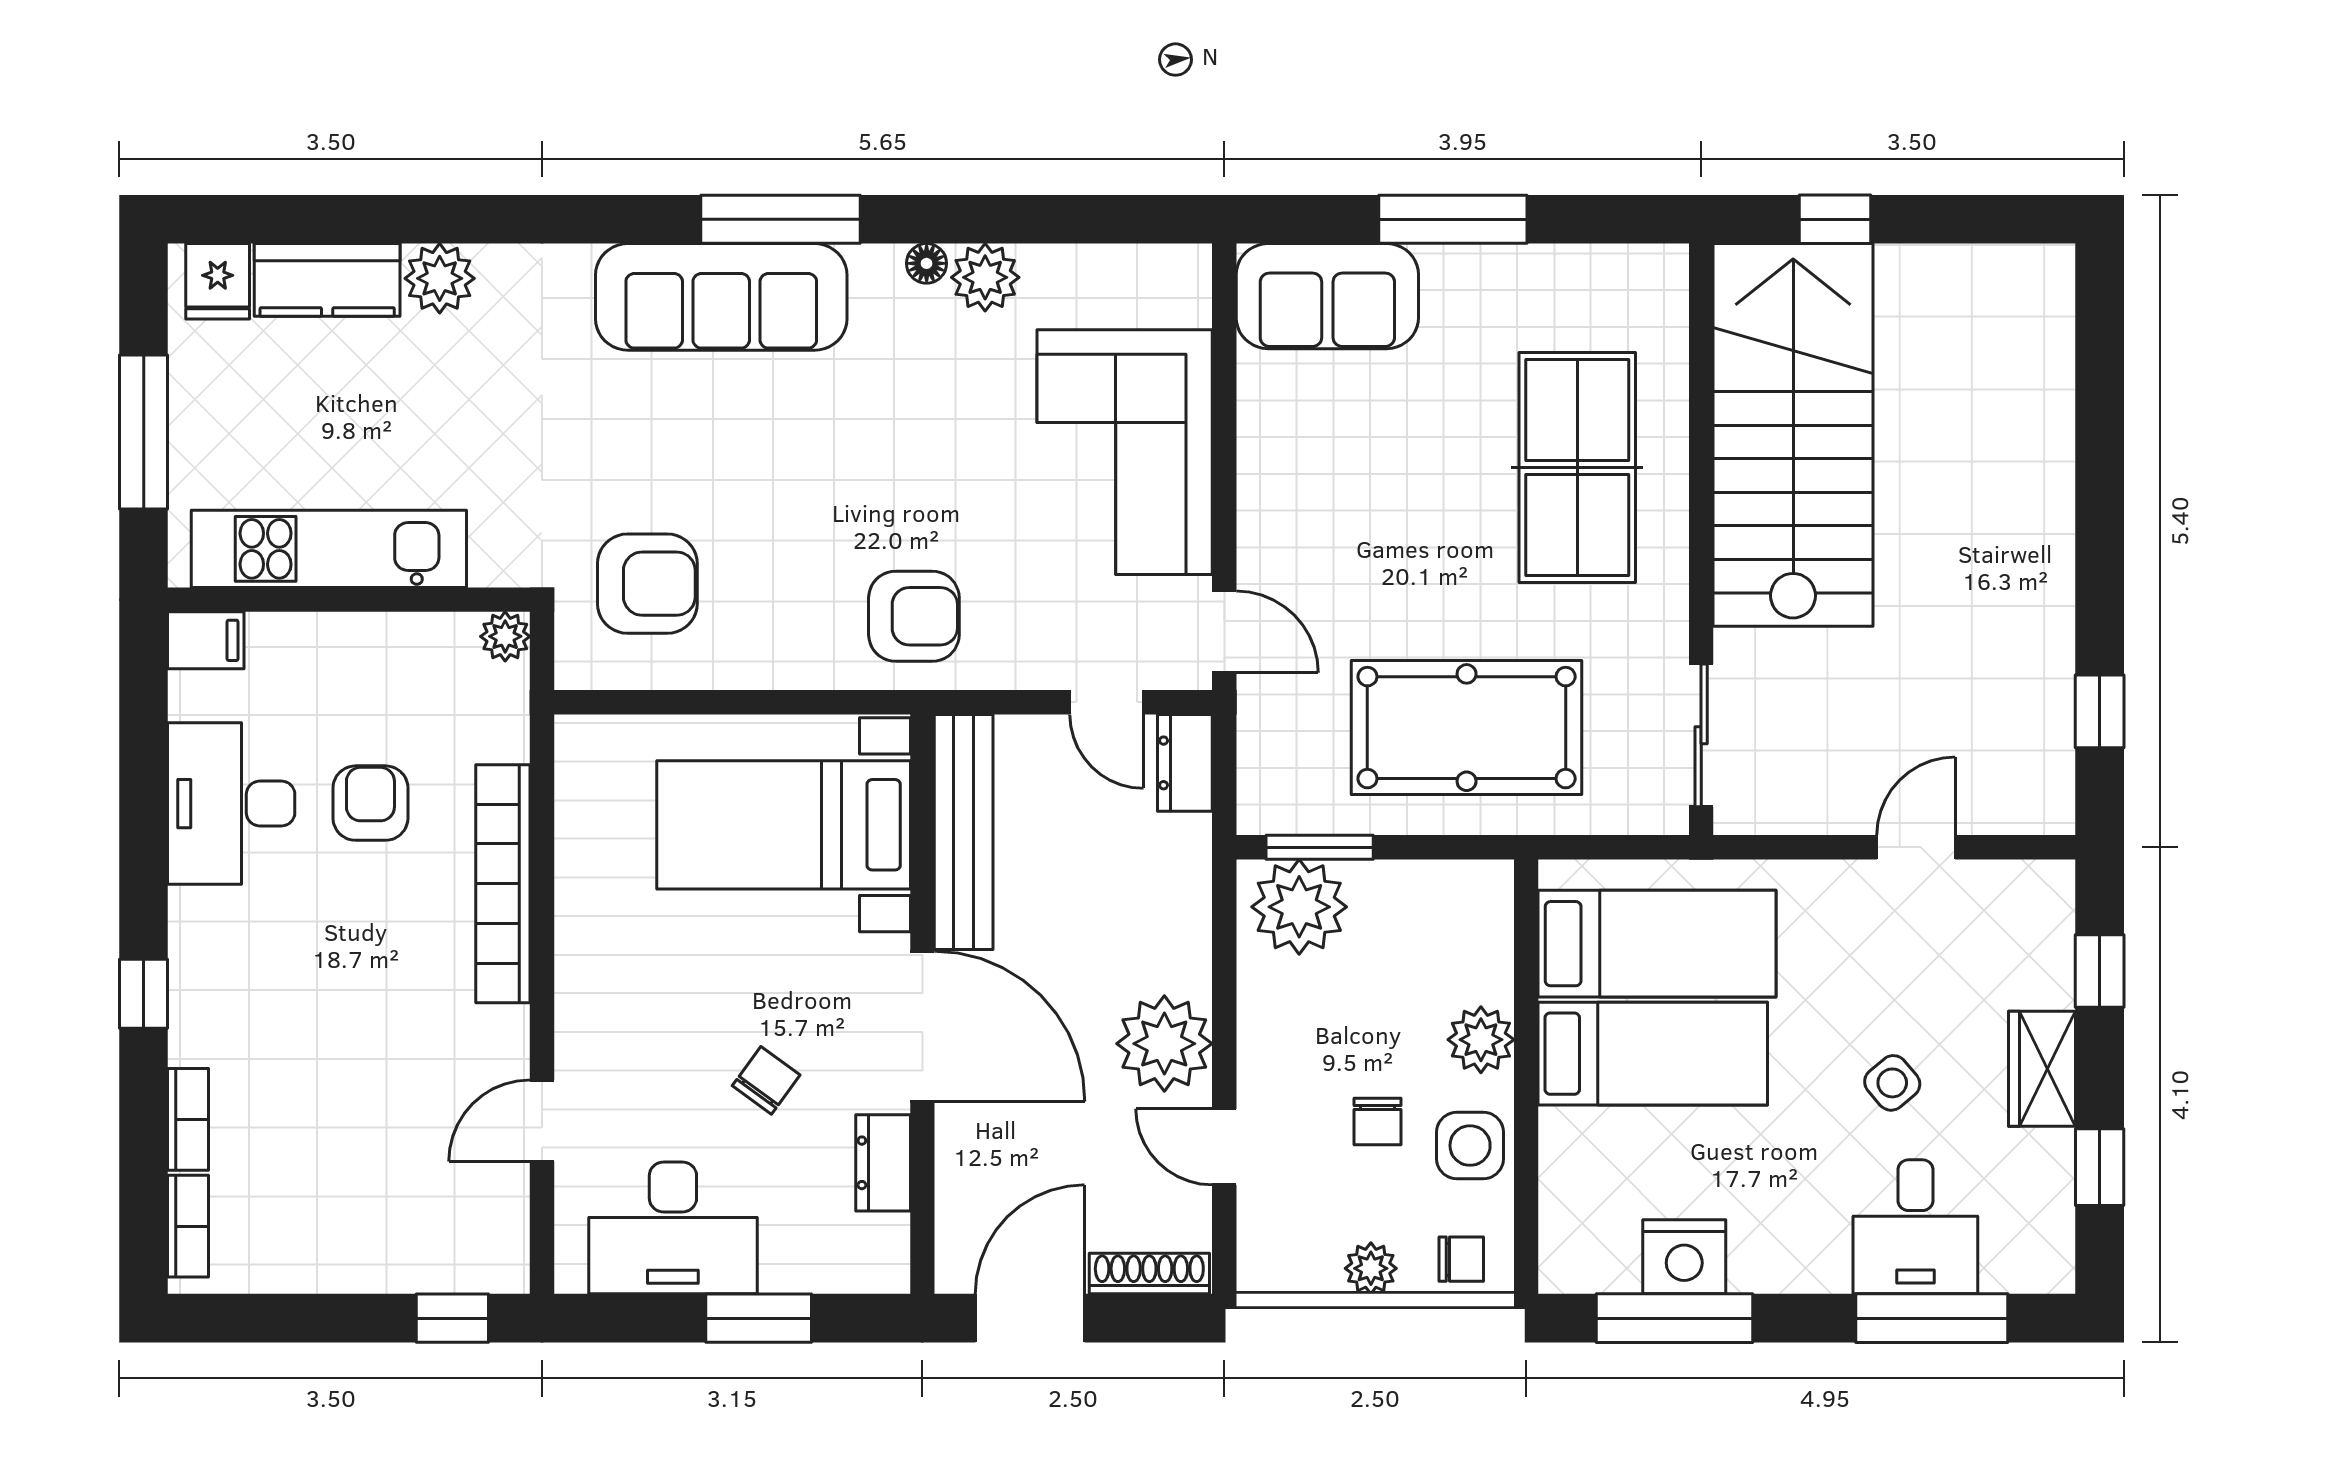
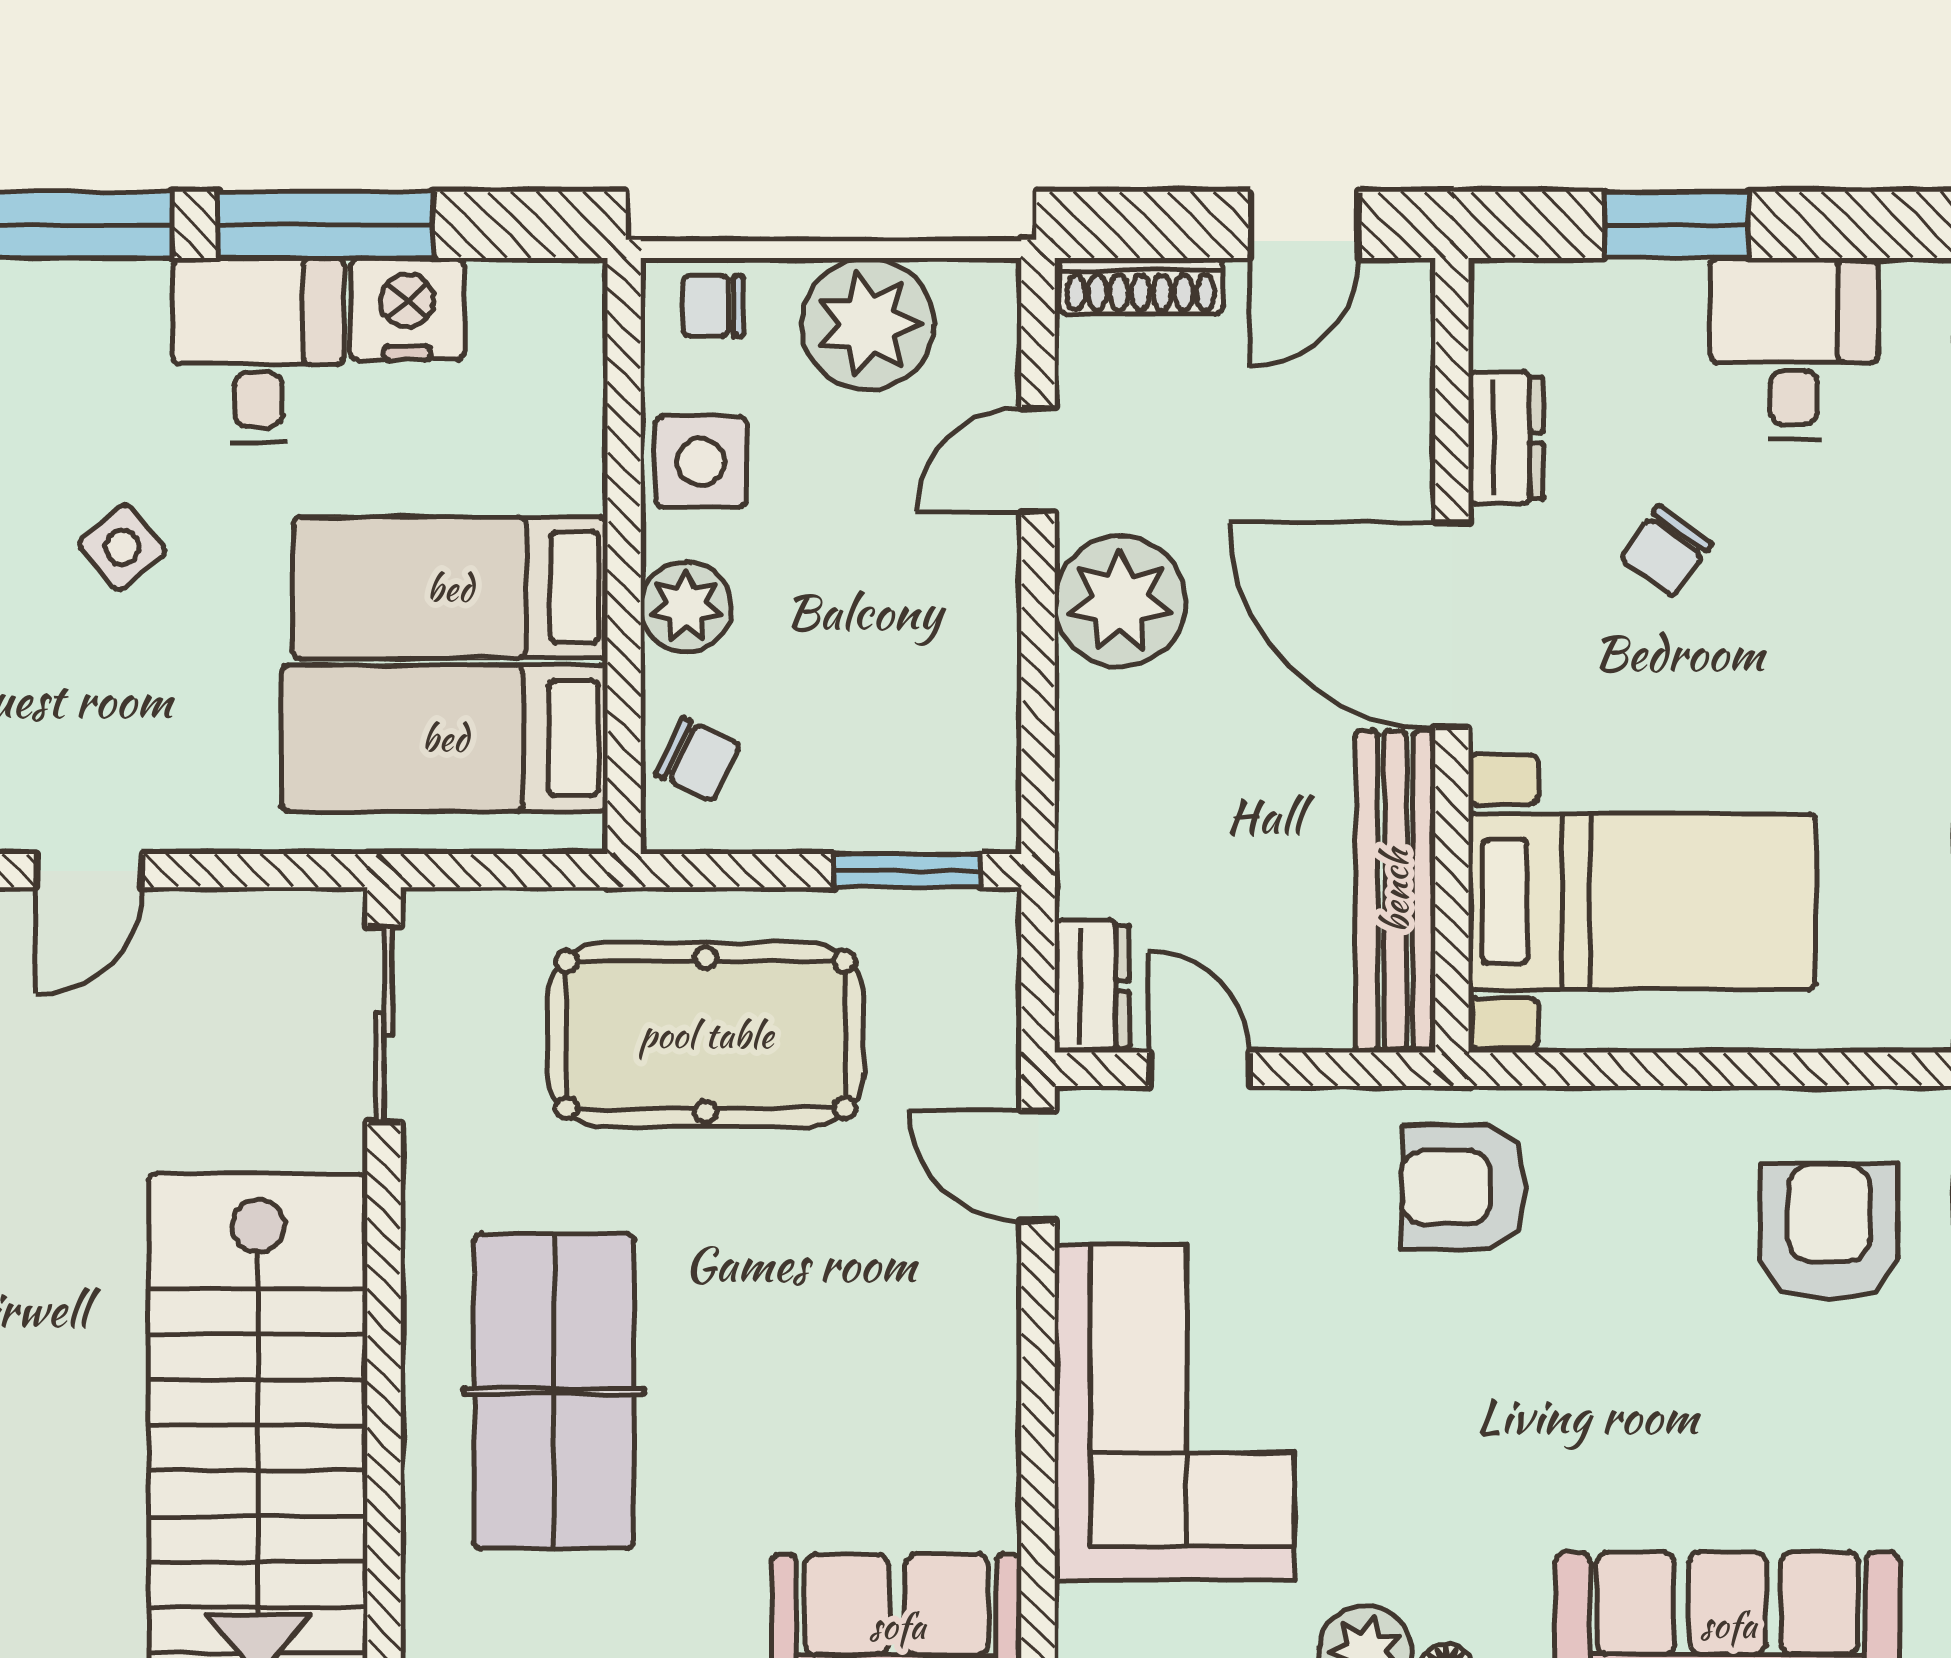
armchair: (647, 584) -> (1829, 1232), turned 90
plant: (1299, 907) -> (935, 789), removed
chair: (1377, 1122) -> (698, 760), moved, turned 116
door: (1224, 1147) -> (1038, 460), swing flipped
desk: (1915, 1227) -> (259, 350), moved
desk: (673, 1228) -> (1794, 349), width x0.73
plant: (1371, 1268) -> (868, 324), width x1.87, depth x1.87
door: (1030, 1318) -> (1304, 225), width x0.73
window: (1674, 1318) -> (325, 225), moved

